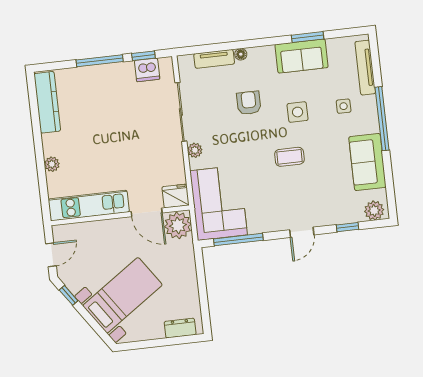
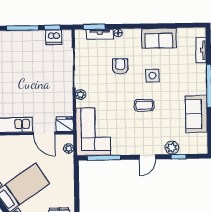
window: (308, 37) -> (94, 27), moved
tv unit: (365, 68) -> (201, 50), width x0.71
side table: (344, 106) -> (184, 75), removed
plant: (374, 211) -> (172, 148), moved
plant: (178, 225) -> (69, 148), width x0.53, depth x0.53

